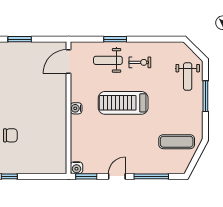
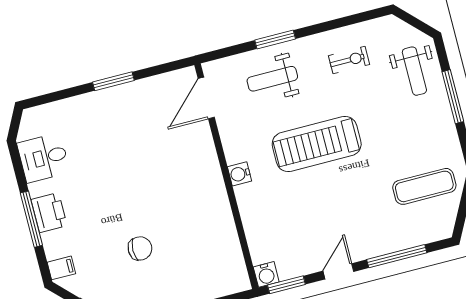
exercise bike: (140, 62) -> (349, 60), moved

